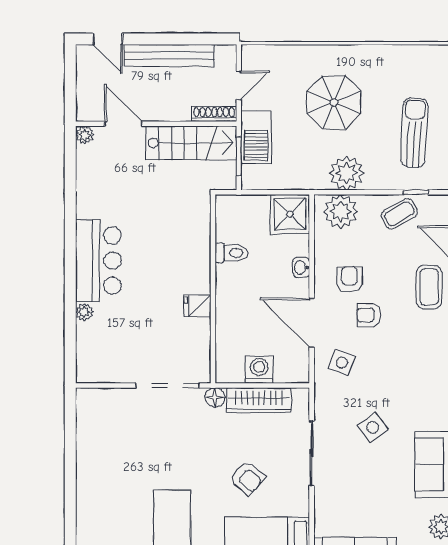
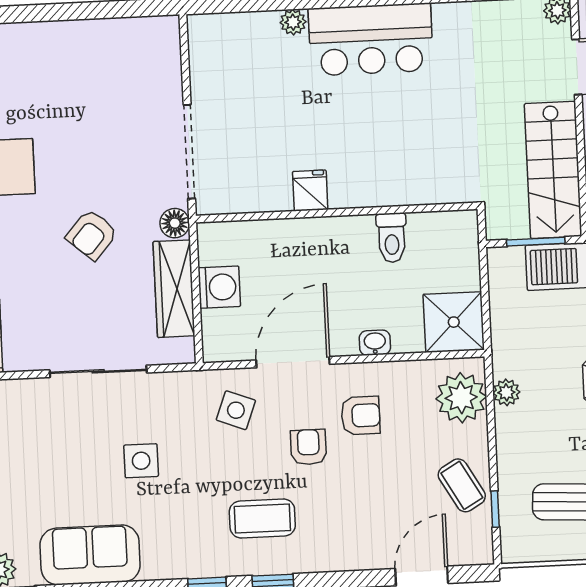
plant: (347, 173) -> (506, 392), width x0.53, depth x0.53
coffee table: (429, 287) -> (262, 518), moved
side table: (373, 427) -> (141, 461), turned 36
armchair: (247, 478) -> (92, 235), moved

